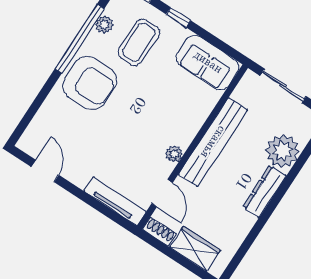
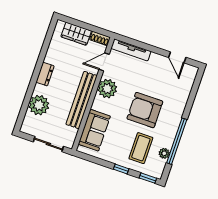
sofa: (208, 62) -> (94, 130), moved, turned 90
armchair: (90, 83) -> (145, 110), moved
plant: (174, 154) -> (107, 89), width x1.88, depth x1.88
dresser: (264, 191) -> (45, 74), width x0.70
door: (162, 193) -> (104, 62), hinge flipped

